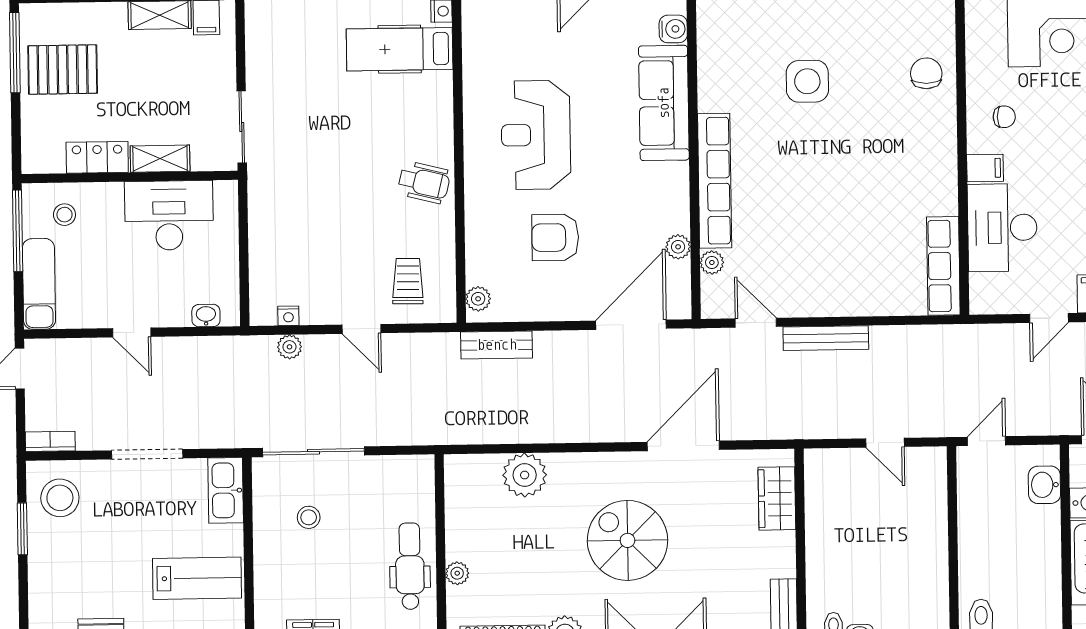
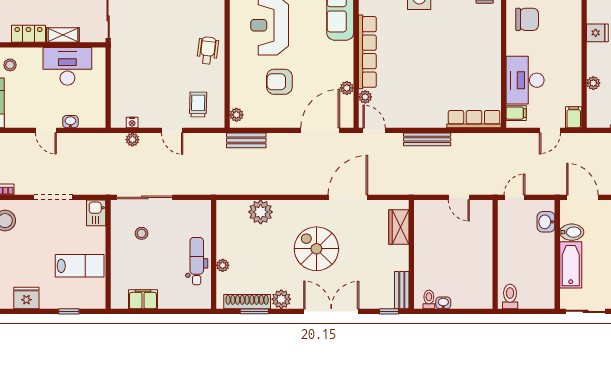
chair: (1004, 117) -> (527, 19), width x1.87, depth x1.87
filing cabinet: (985, 168) -> (516, 113), moved
wheelchair: (424, 182) -> (208, 50), turned -97
row of seats: (943, 266) -> (474, 119), moved, turned 90
washbasin: (206, 316) -> (70, 122), moved
door: (756, 323) -> (374, 130), moved
kitchen sink: (226, 490) -> (96, 213), width x0.73

